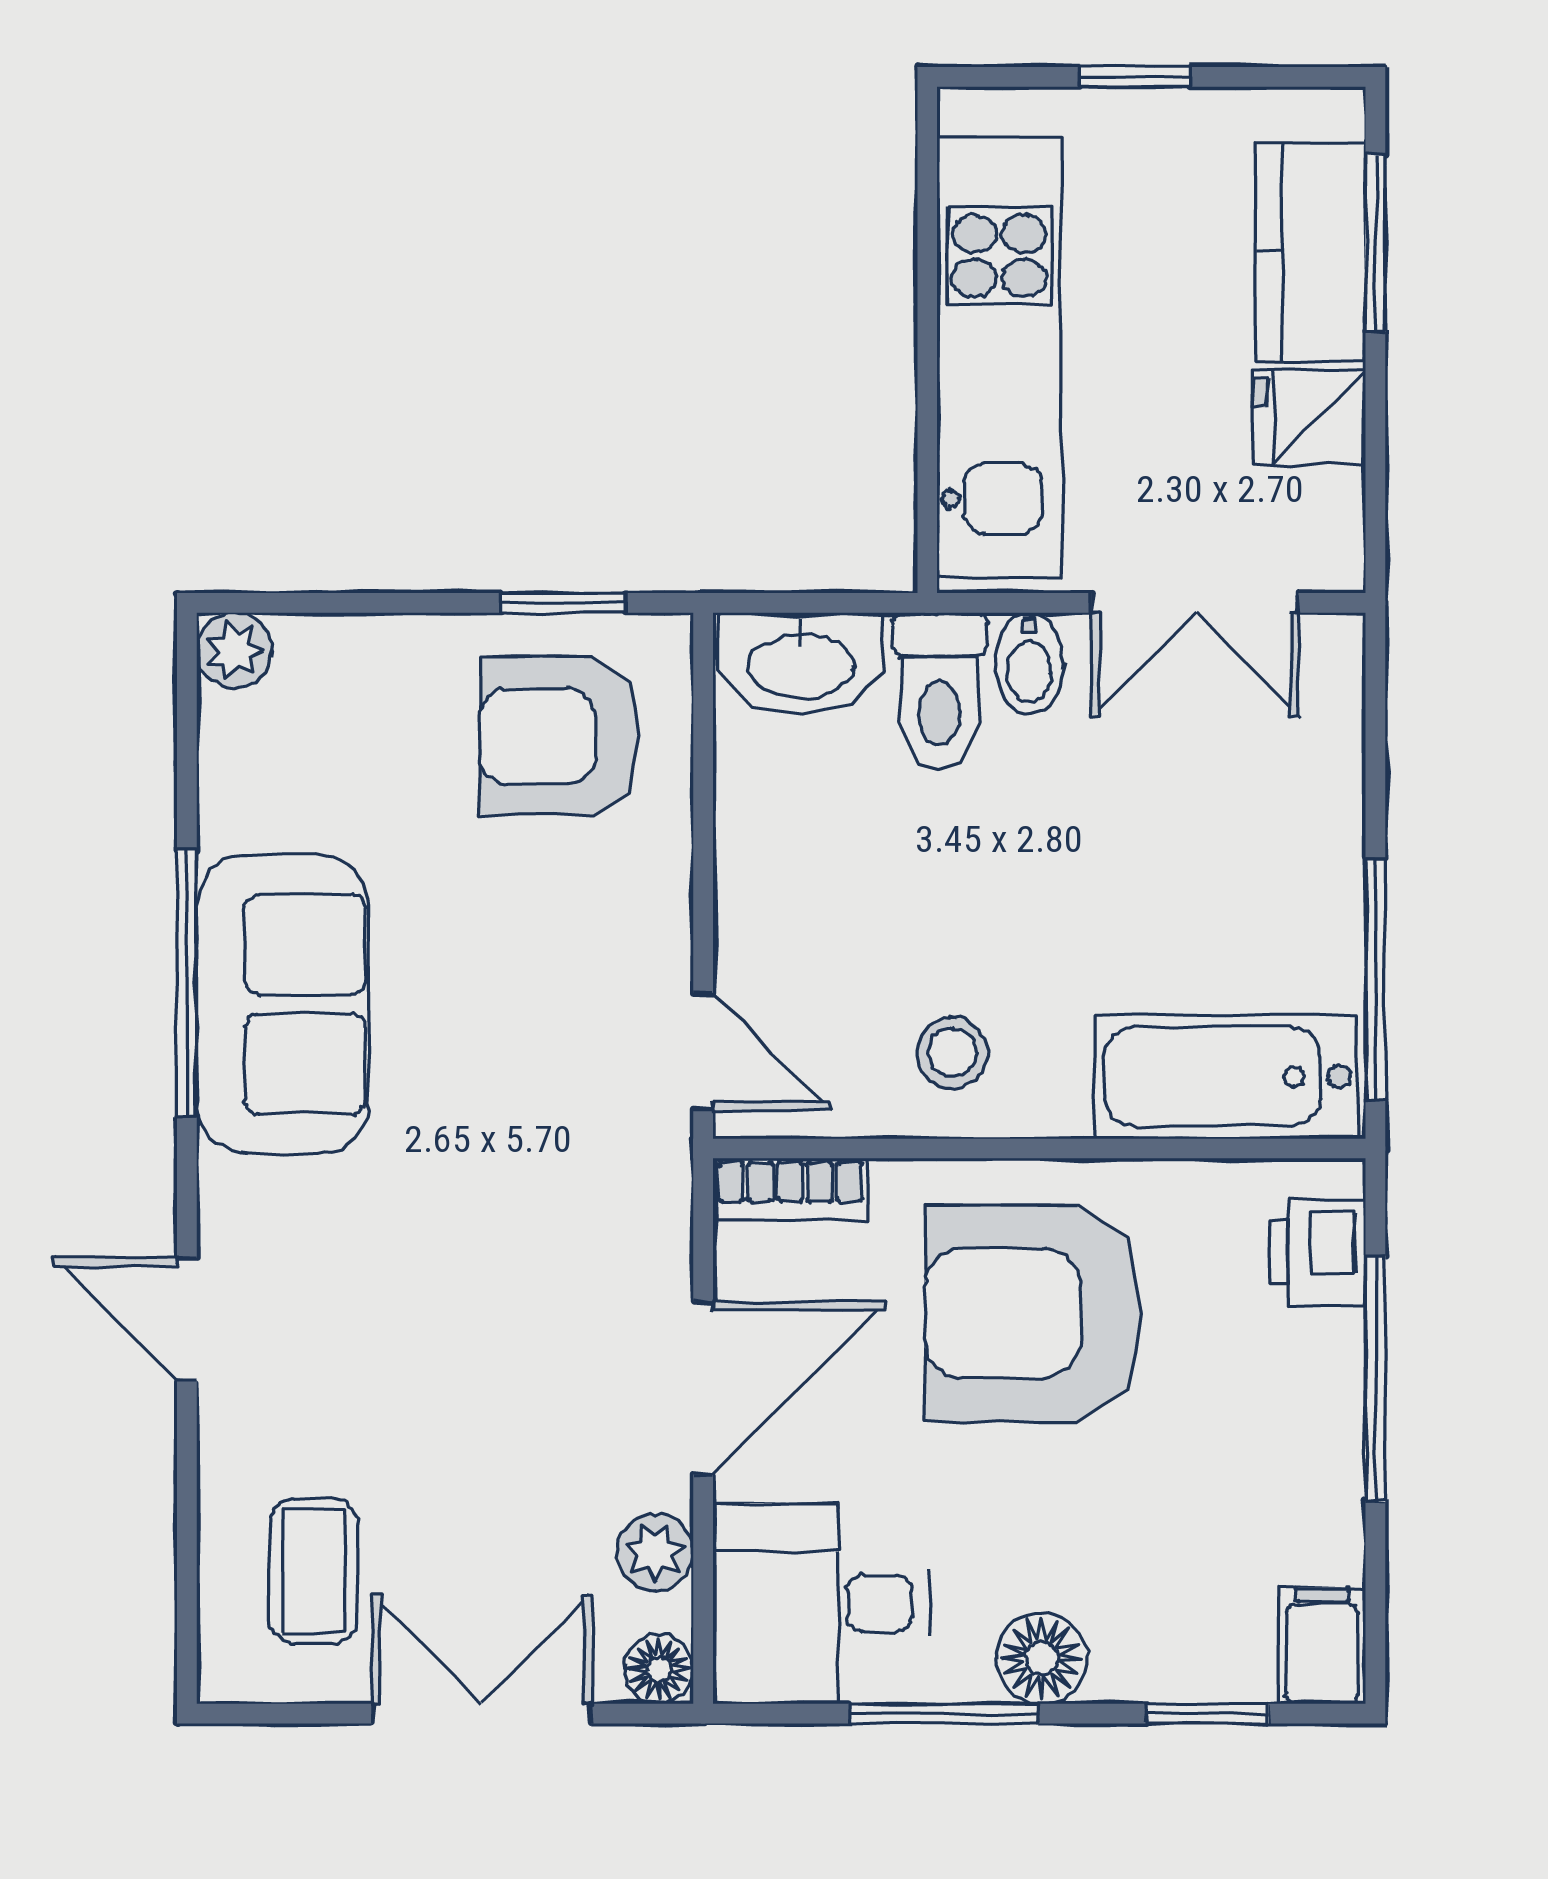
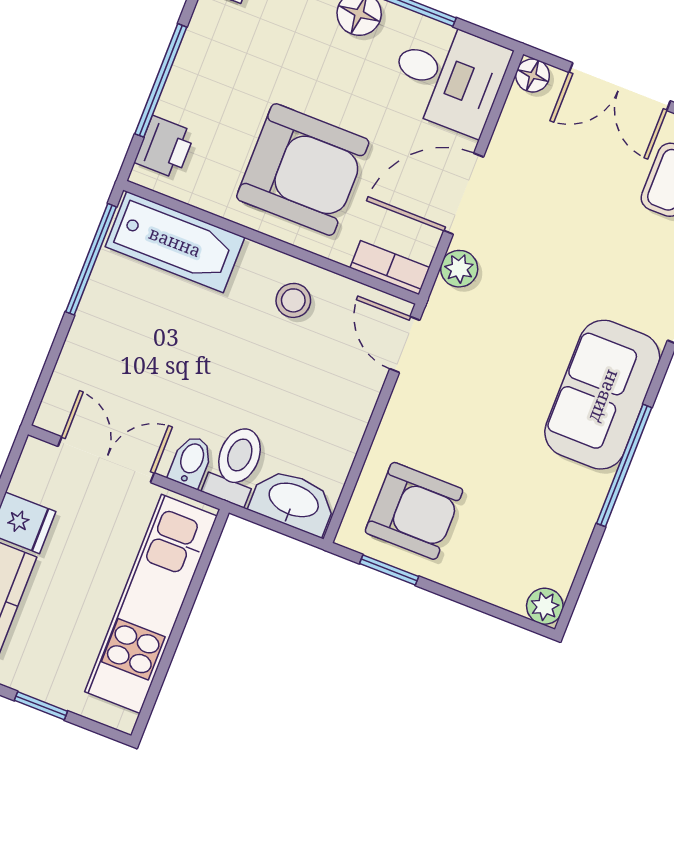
sofa: (283, 1004) -> (602, 395), moved
plant: (655, 1552) -> (459, 269), moved

